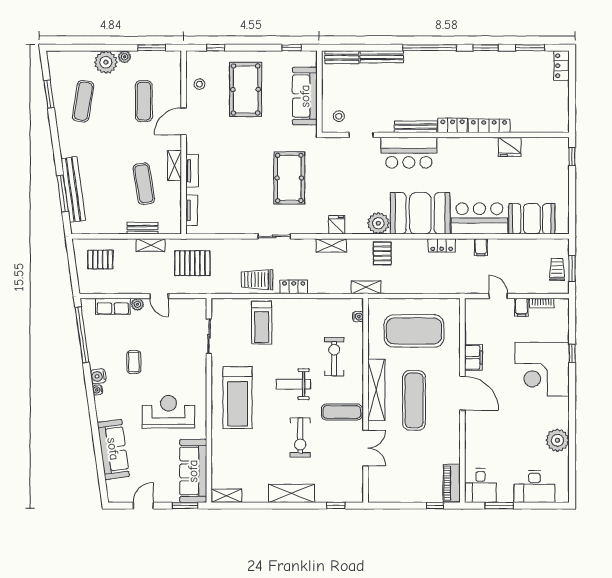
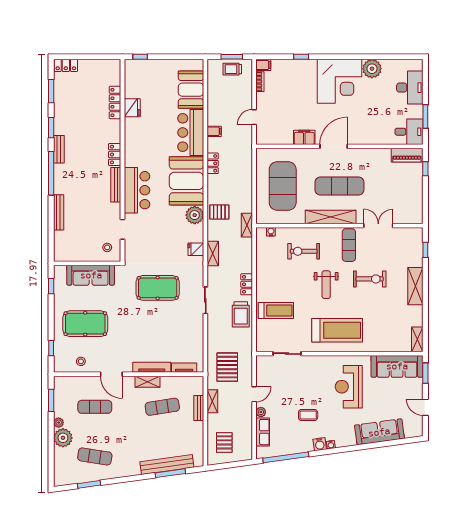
bench: (342, 57) -> (59, 149), moved
locker: (489, 126) -> (115, 102), moved
tv unit: (192, 171) -> (152, 367), width x1.41
filing cabinet: (521, 307) -> (263, 65), moved
corner desk: (542, 369) -> (339, 81), moved

